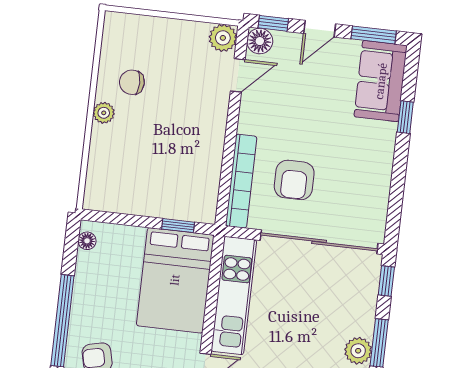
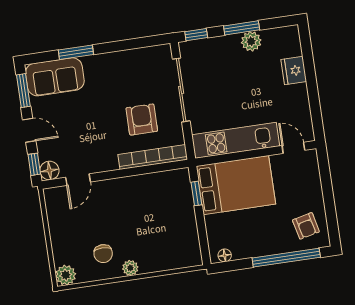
plant: (223, 38) -> (66, 275), moved
door: (238, 75) -> (78, 180), swing flipped
window: (405, 117) -> (76, 52), width x1.50
armchair: (294, 180) -> (142, 119), turned -90
sliding door: (319, 242) -> (181, 90), width x0.73

